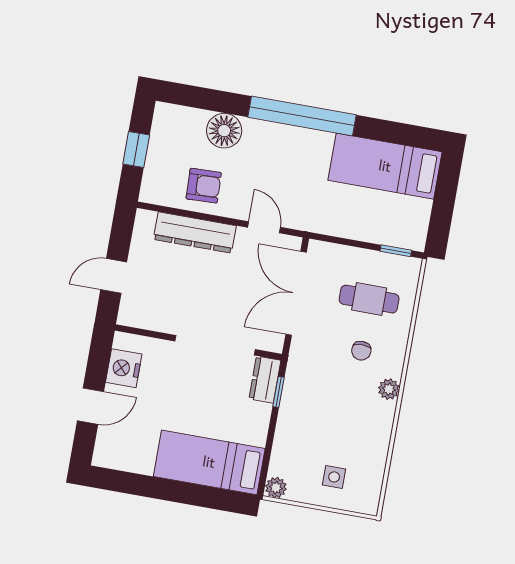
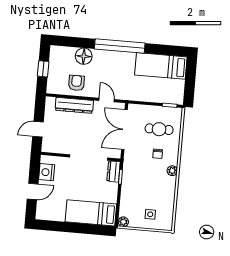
armchair: (204, 186) -> (76, 83), turned -88

